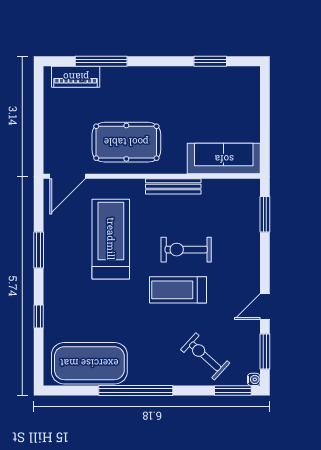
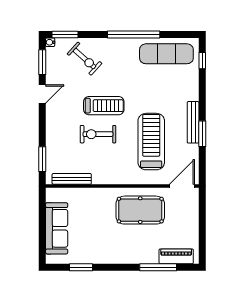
sofa: (224, 159) -> (57, 228), moved, turned -90
bench: (173, 186) -> (72, 179), moved
treadmill: (111, 239) -> (151, 142), turned 180
exercise bike: (186, 250) -> (98, 134), turned 180
bench: (52, 266) -> (193, 122), added
window: (39, 316) -> (202, 61), moved
exercise mat: (89, 363) -> (166, 54), width x0.68

